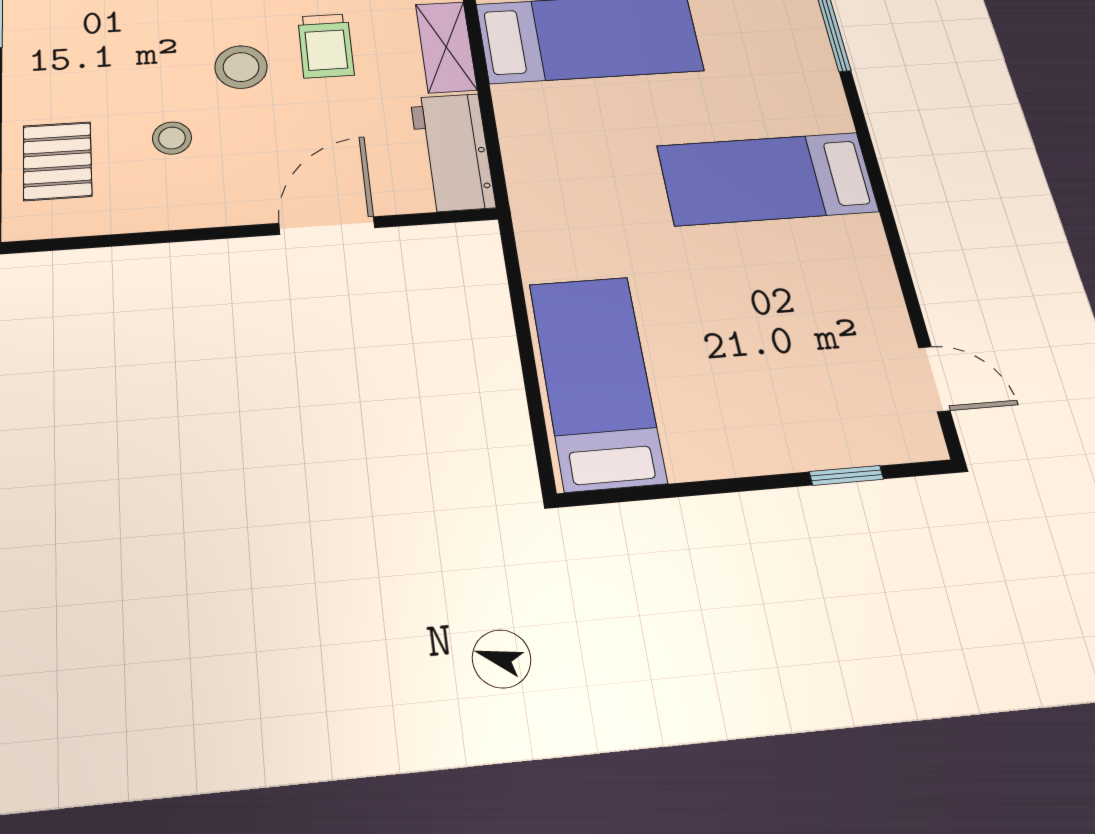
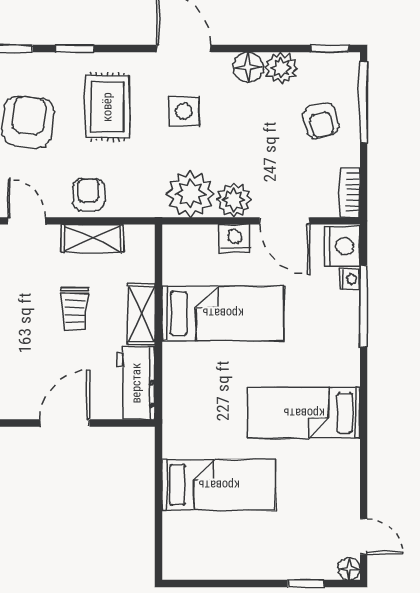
stool: (241, 67) -> (27, 319), removed
bed: (597, 381) -> (219, 485), moved, turned 90
floor lamp: (923, 441) -> (349, 569), added

